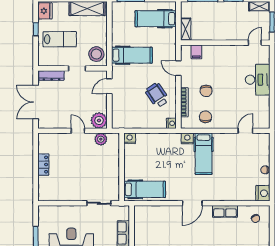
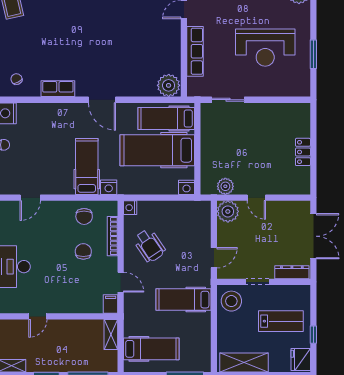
lab bench: (60, 39) -> (281, 321), turned 180
door: (255, 43) -> (38, 316), moved
filing cabinet: (196, 52) -> (111, 304), moved
hospital bed: (151, 166) -> (157, 150), added
door: (192, 203) -> (102, 100), swing flipped
plant: (143, 214) -> (169, 85), added

